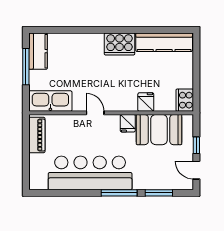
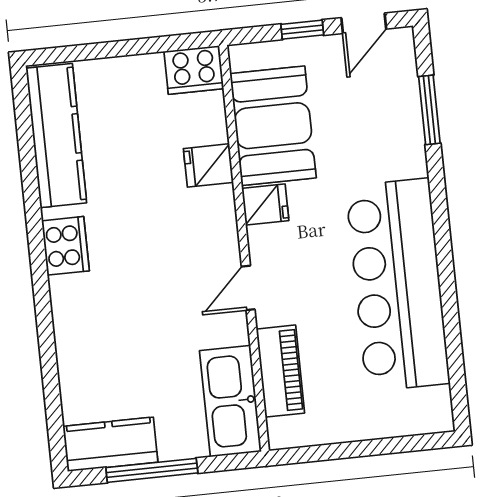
cooker: (120, 44) -> (65, 246), width x0.73, depth x0.76
piano: (37, 135) -> (280, 371), moved, turned 90
window: (119, 193) -> (439, 208), removed

